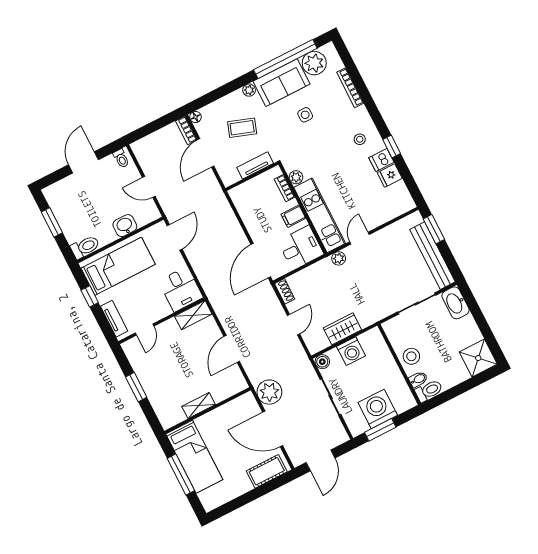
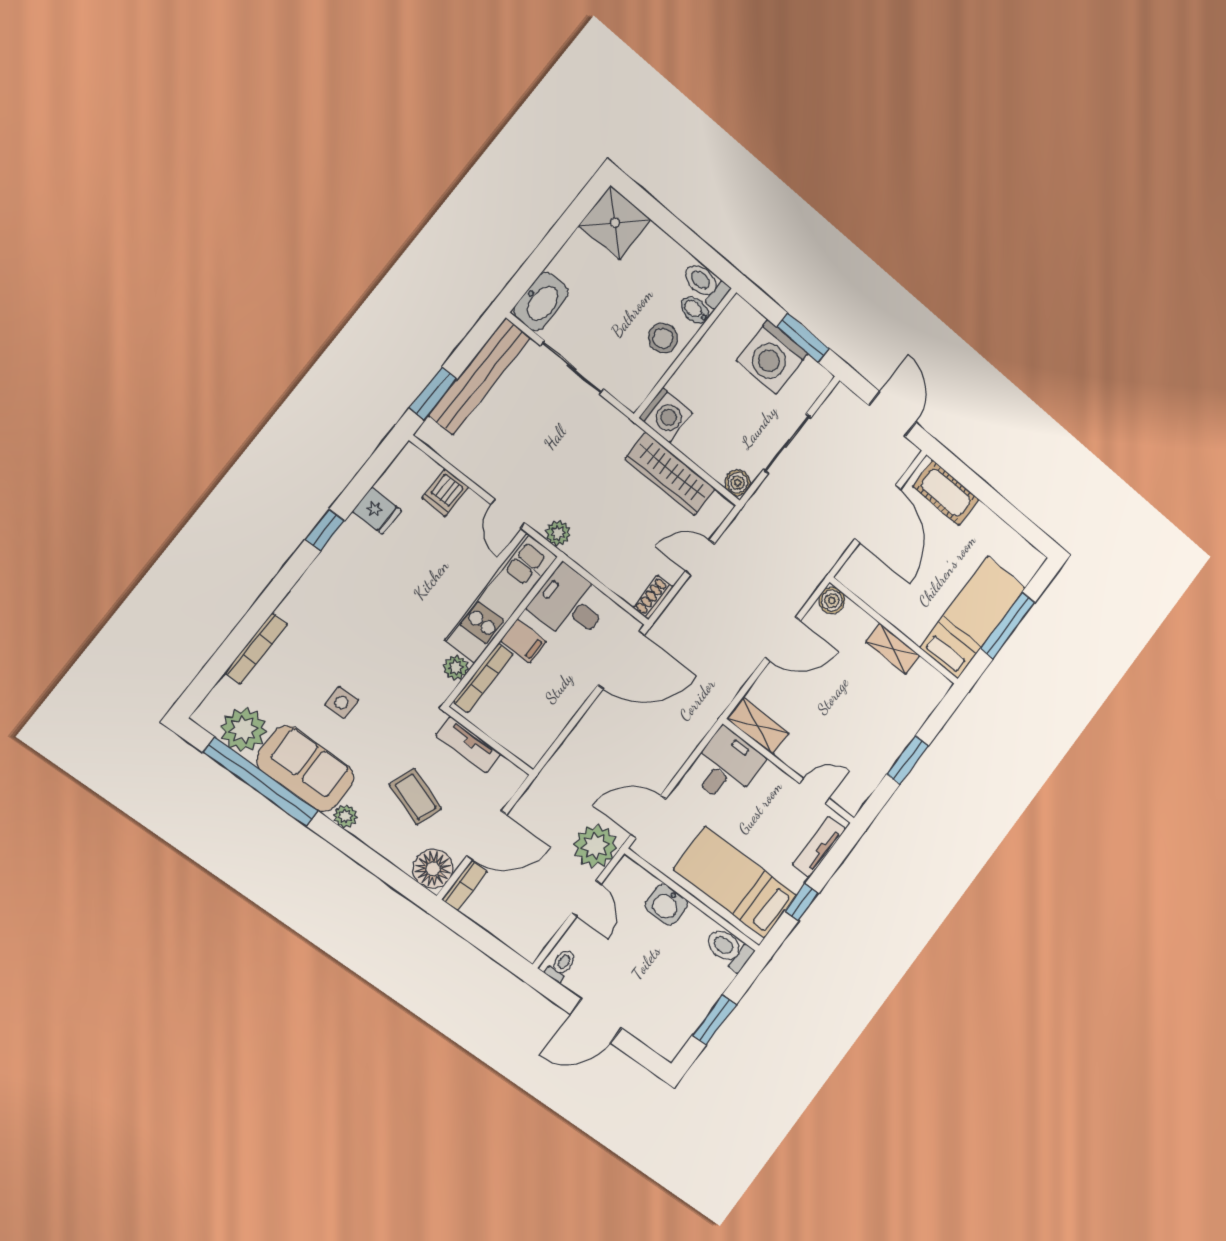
floor lamp: (195, 117) -> (433, 869), width x1.89, depth x1.89
stool: (360, 139) -> (339, 591), removed
dishwasher: (381, 160) -> (445, 493), moved, turned 90
bookcase: (285, 188) -> (483, 678), width x1.56
door: (360, 238) -> (508, 514), hinge flipped
wardrobe: (342, 329) -> (670, 474), width x1.50
washing machine: (351, 351) -> (666, 415), moved, turned 90
boiler: (239, 384) -> (832, 600), added
plant: (269, 392) -> (595, 846), moved
door: (321, 460) -> (892, 414), hinge flipped

